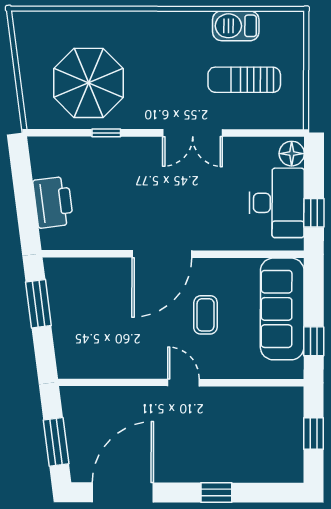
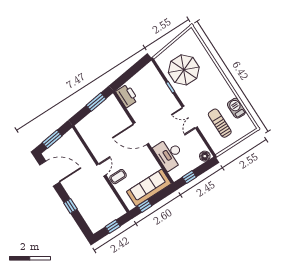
printer: (53, 202) -> (127, 96), moved, turned -83
desk: (277, 203) -> (169, 154), moved, turned 90
coffee table: (205, 315) -> (118, 177), moved

